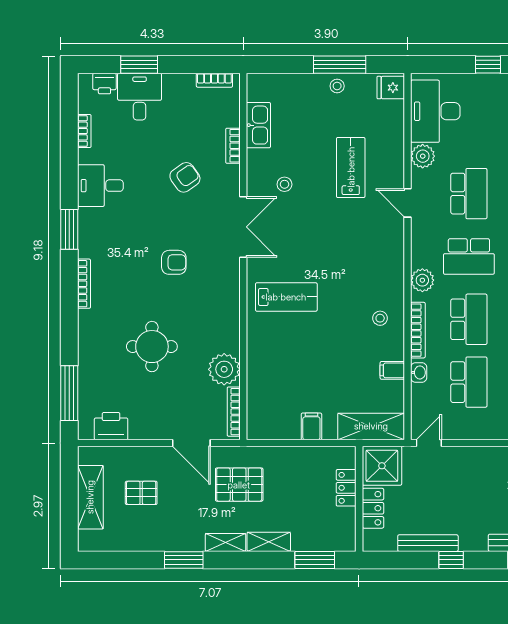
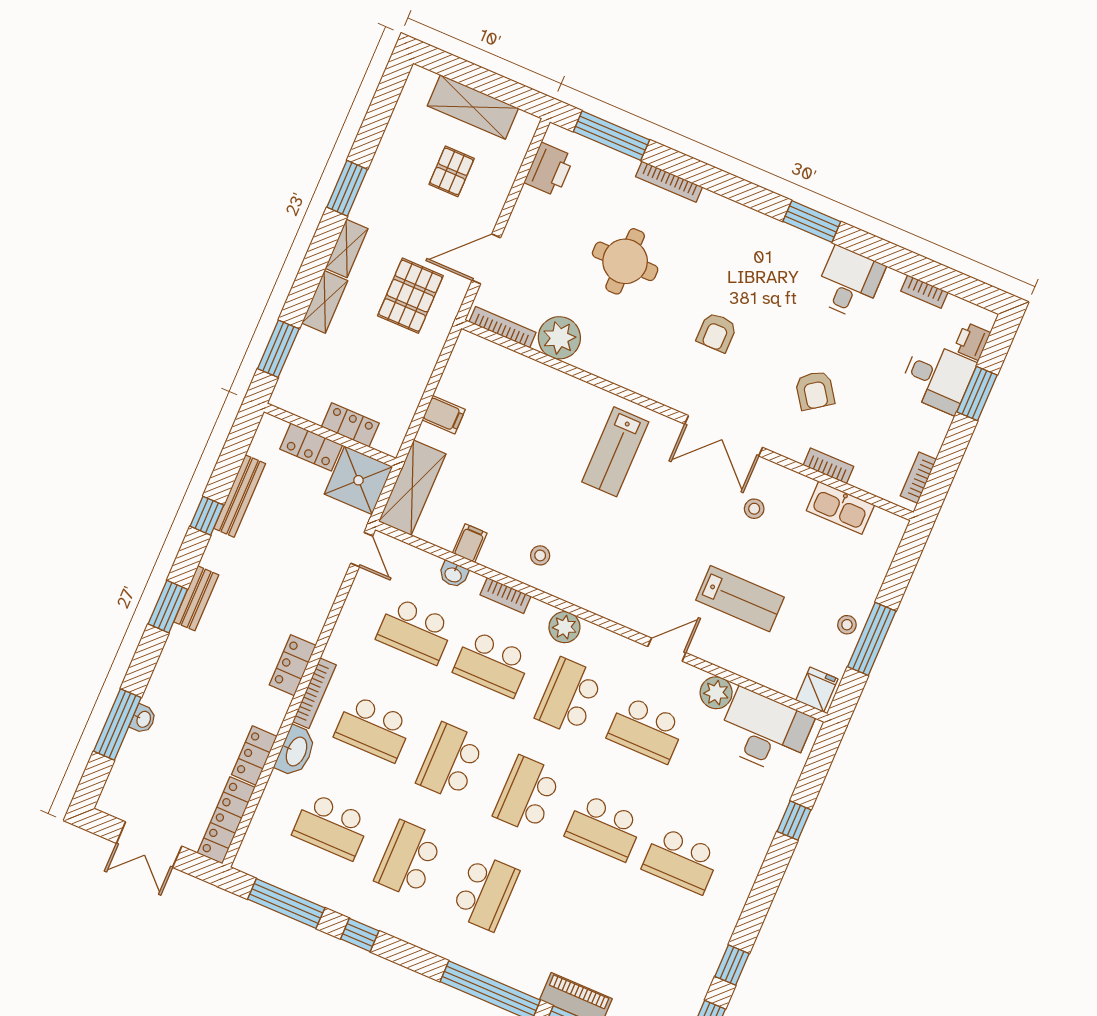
bookcase: (84, 284) -> (669, 182), moved
bookcase: (418, 330) -> (506, 596), width x0.64

